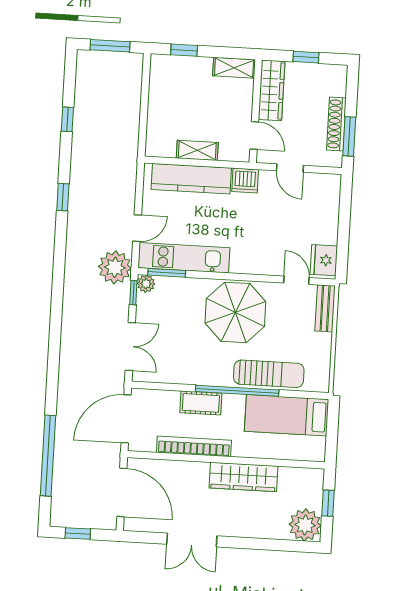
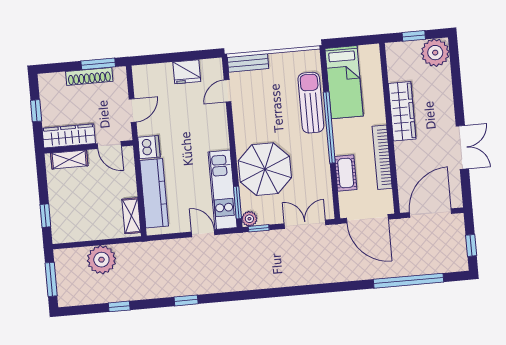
shelving: (234, 68) -> (69, 159), moved, turned 90
door: (254, 135) -> (109, 145), swing flipped
shelving: (197, 150) -> (131, 216), moved
fridge: (324, 260) -> (187, 72), moved
plant: (115, 267) -> (101, 260), moved
parasol: (235, 312) -> (265, 169), moved
cot: (201, 403) -> (346, 173), moved

